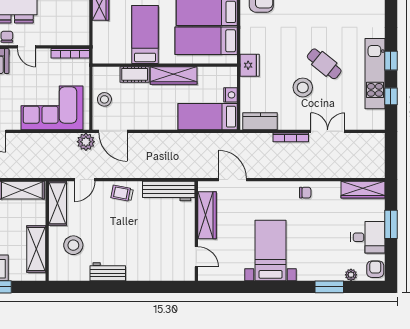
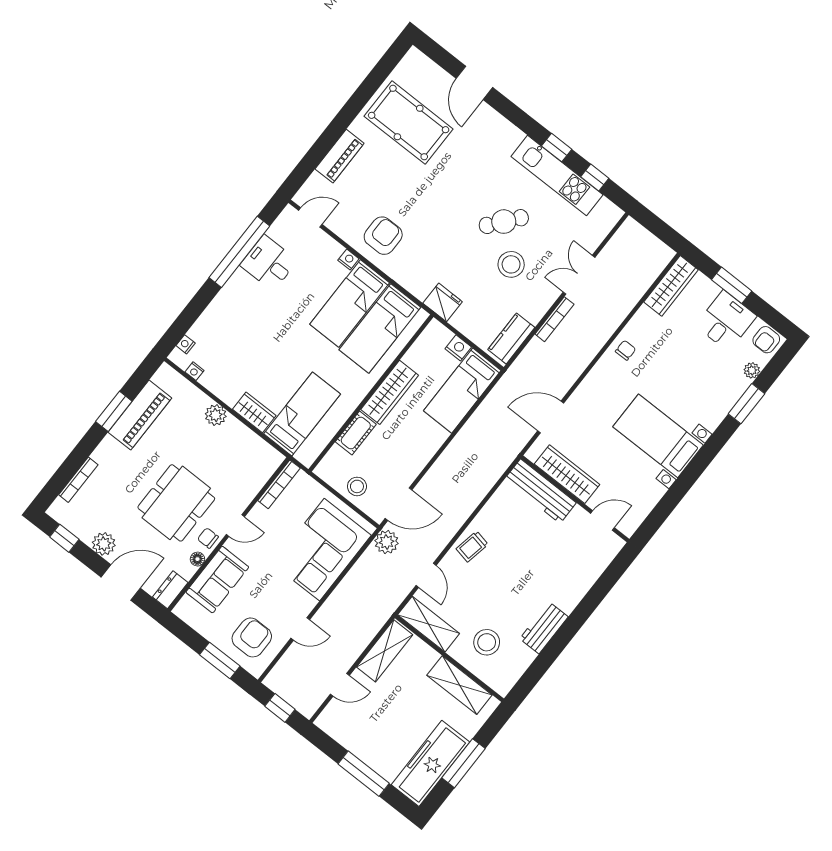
bed: (145, 34) -> (302, 414), moved, turned 90
workbench: (169, 191) -> (540, 491), moved, turned 90
armchair: (375, 269) -> (766, 340), turned -90

